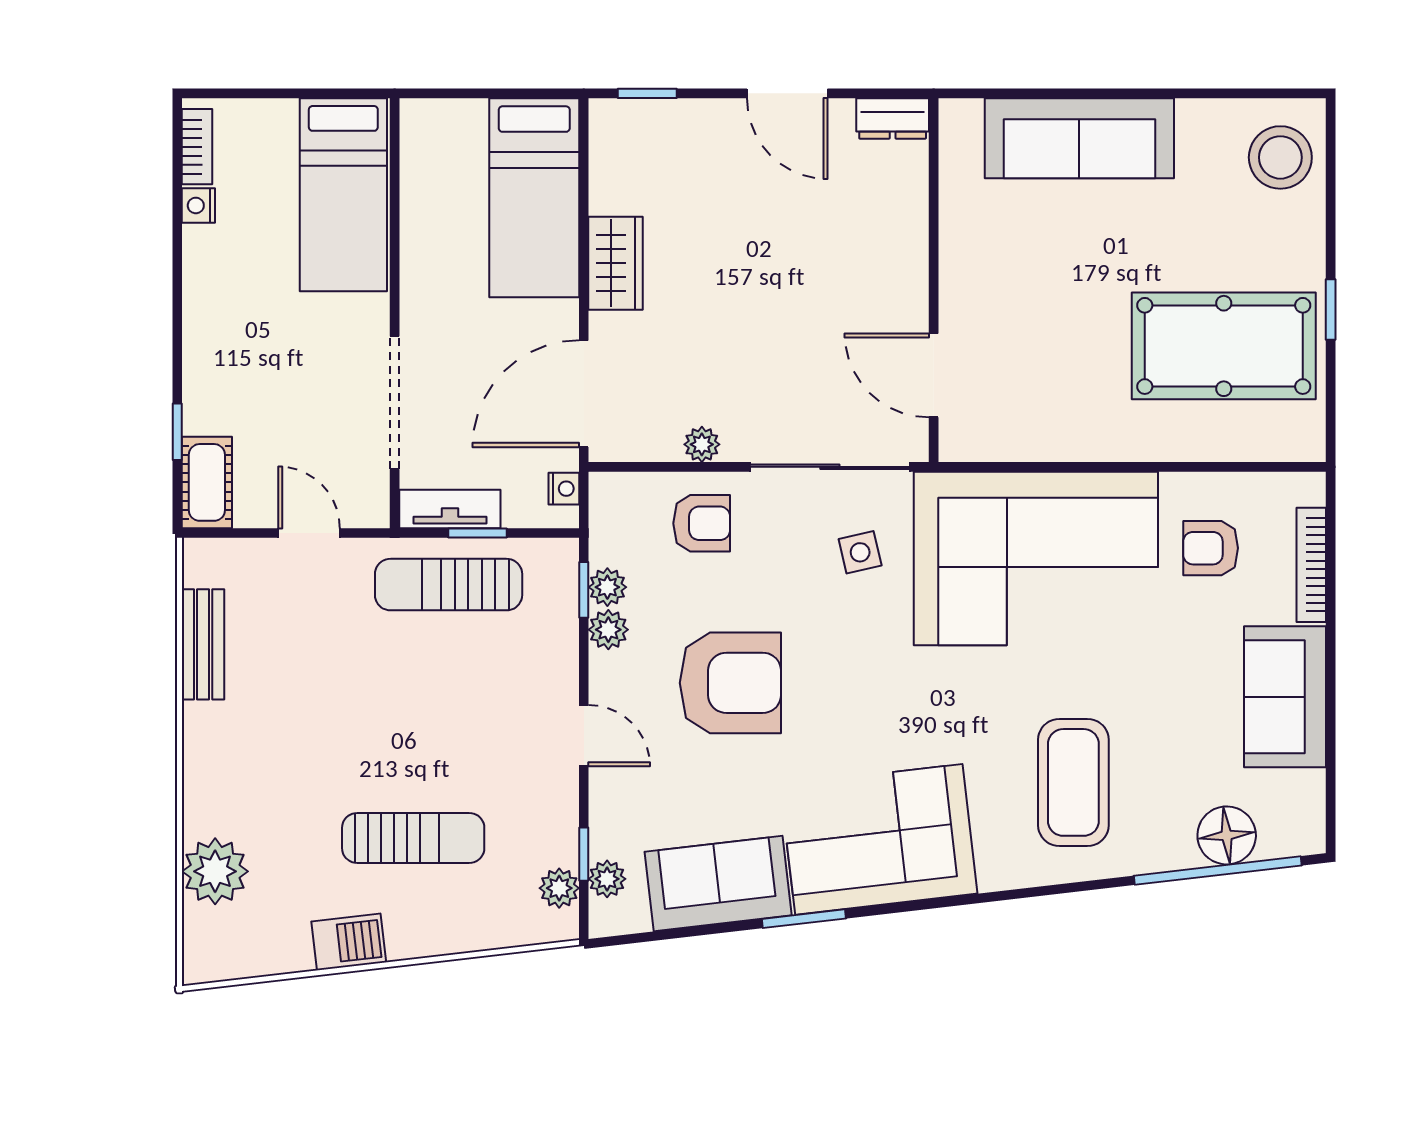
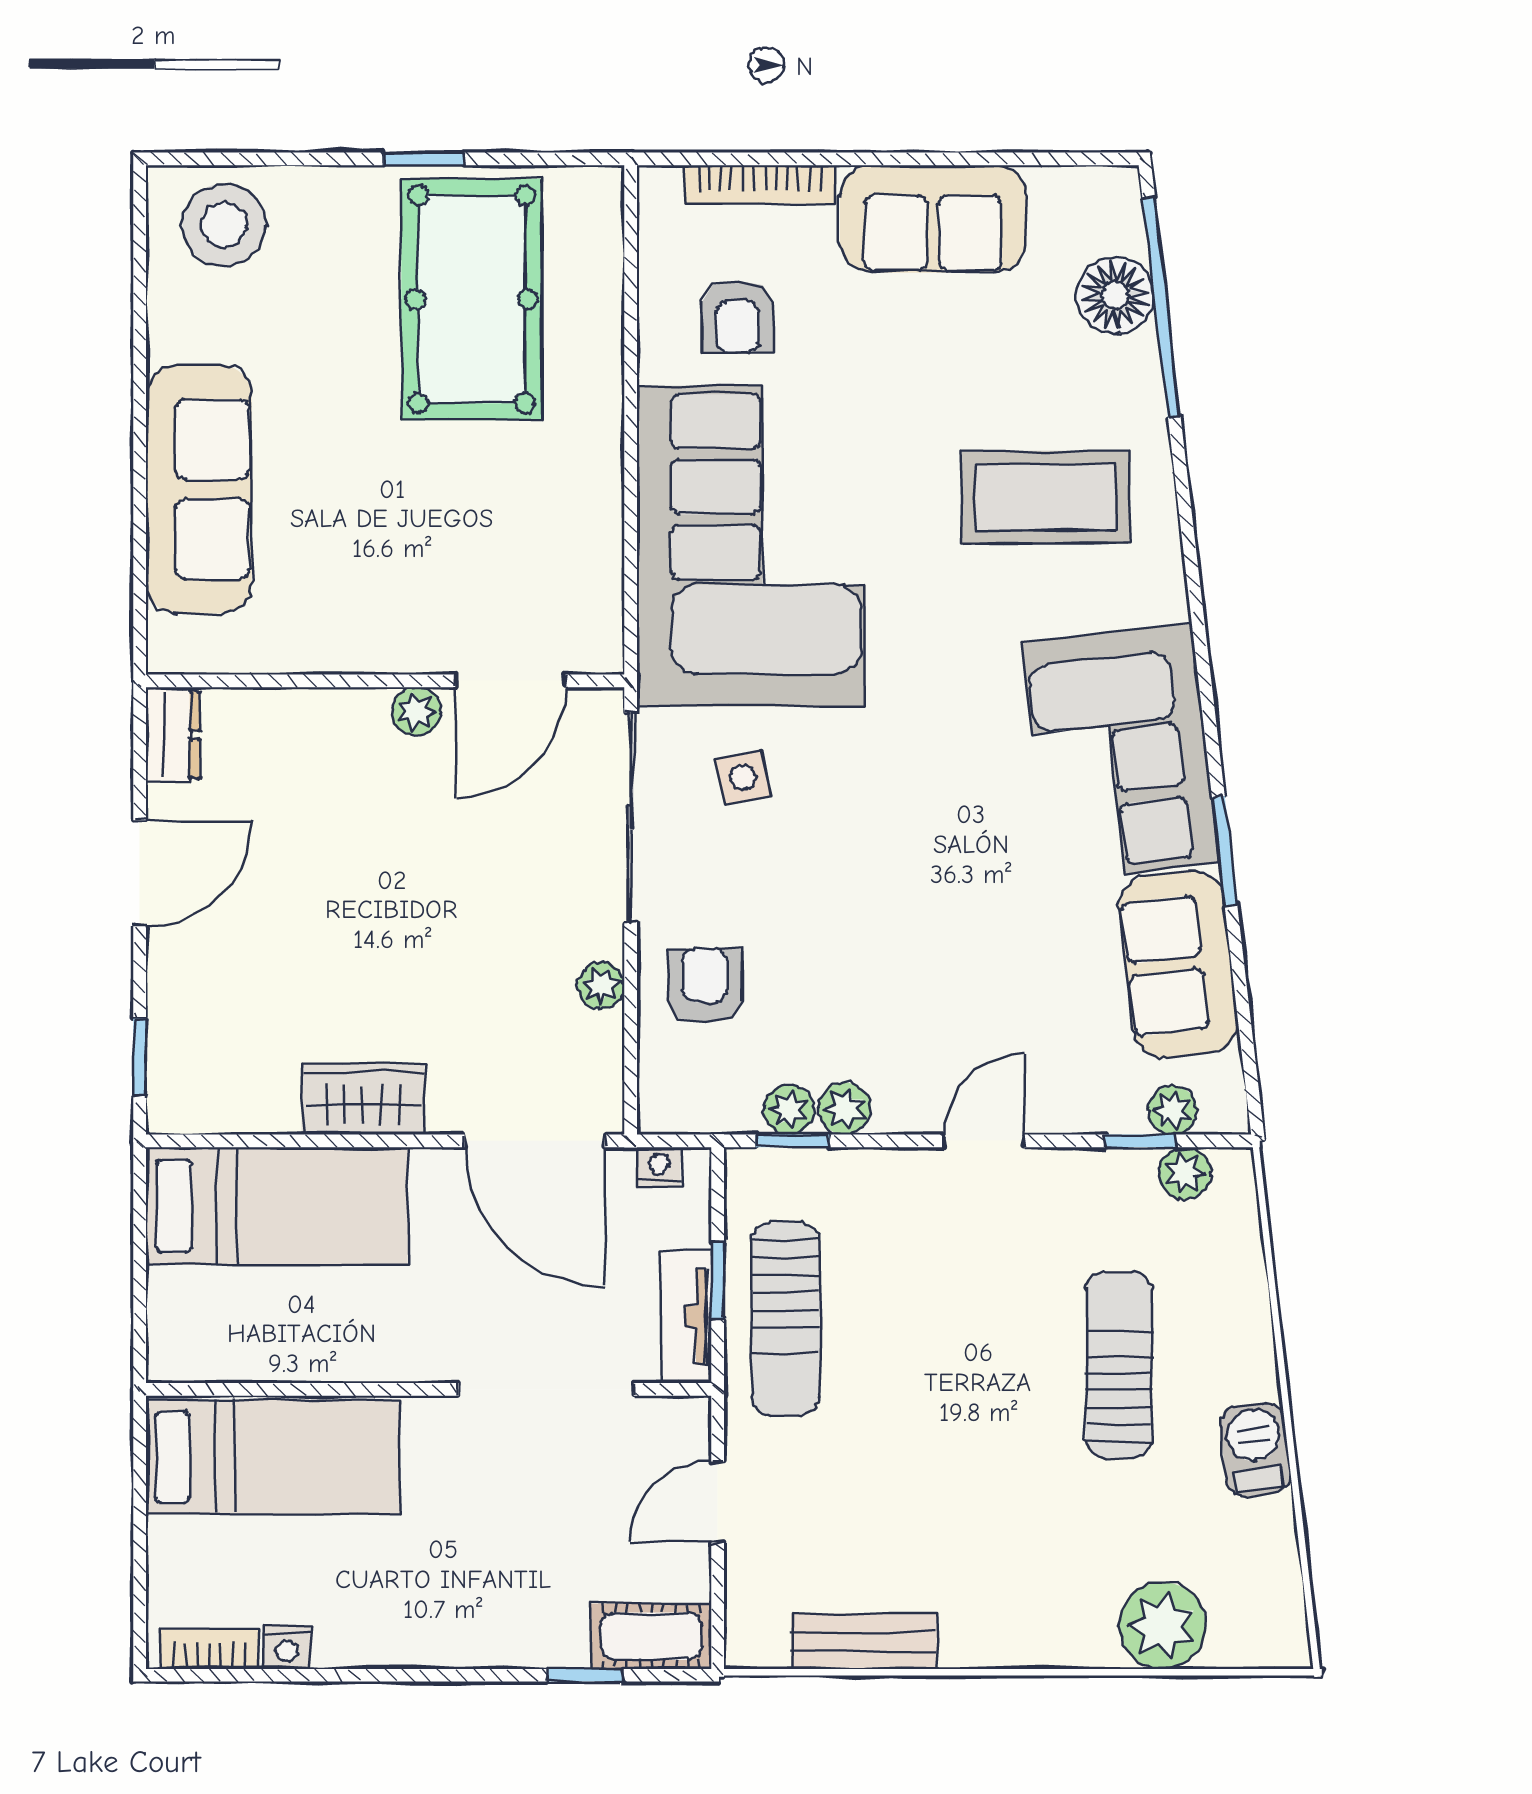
plant: (910, 304) -> (417, 712), added
armchair: (730, 683) -> (915, 948), removed

